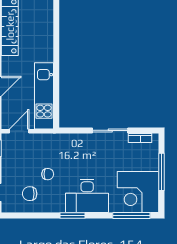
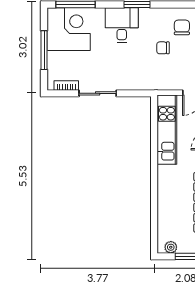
chair: (30, 194) -> (182, 27), turned -90
desk: (87, 196) -> (122, 25), width x0.73

